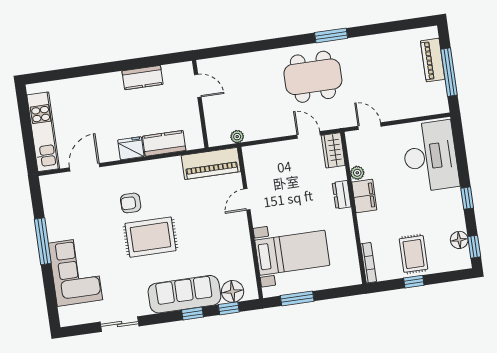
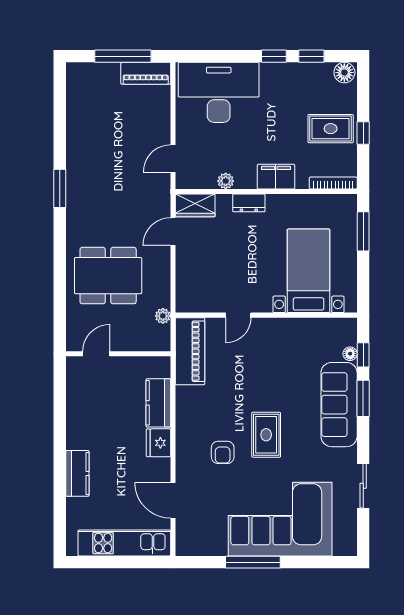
piano: (433, 60) -> (146, 73), moved
dining table: (313, 77) -> (108, 276), moved, turned 90
kitchen counter: (143, 78) -> (77, 473), moved
filing cabinet: (364, 196) -> (276, 177), moved
door: (247, 199) -> (238, 315), hinge flipped
rug: (150, 237) -> (266, 435), width x0.73, depth x0.70
floor lamp: (459, 240) -> (344, 73), moved
window: (474, 247) -> (311, 56), moved
corner sofa: (75, 271) -> (280, 519), width x1.36, depth x1.36
floor lamp: (233, 291) -> (350, 354), width x0.53, depth x0.53
window: (297, 298) -> (363, 231), moved
window: (192, 314) -> (363, 398), width x1.50

